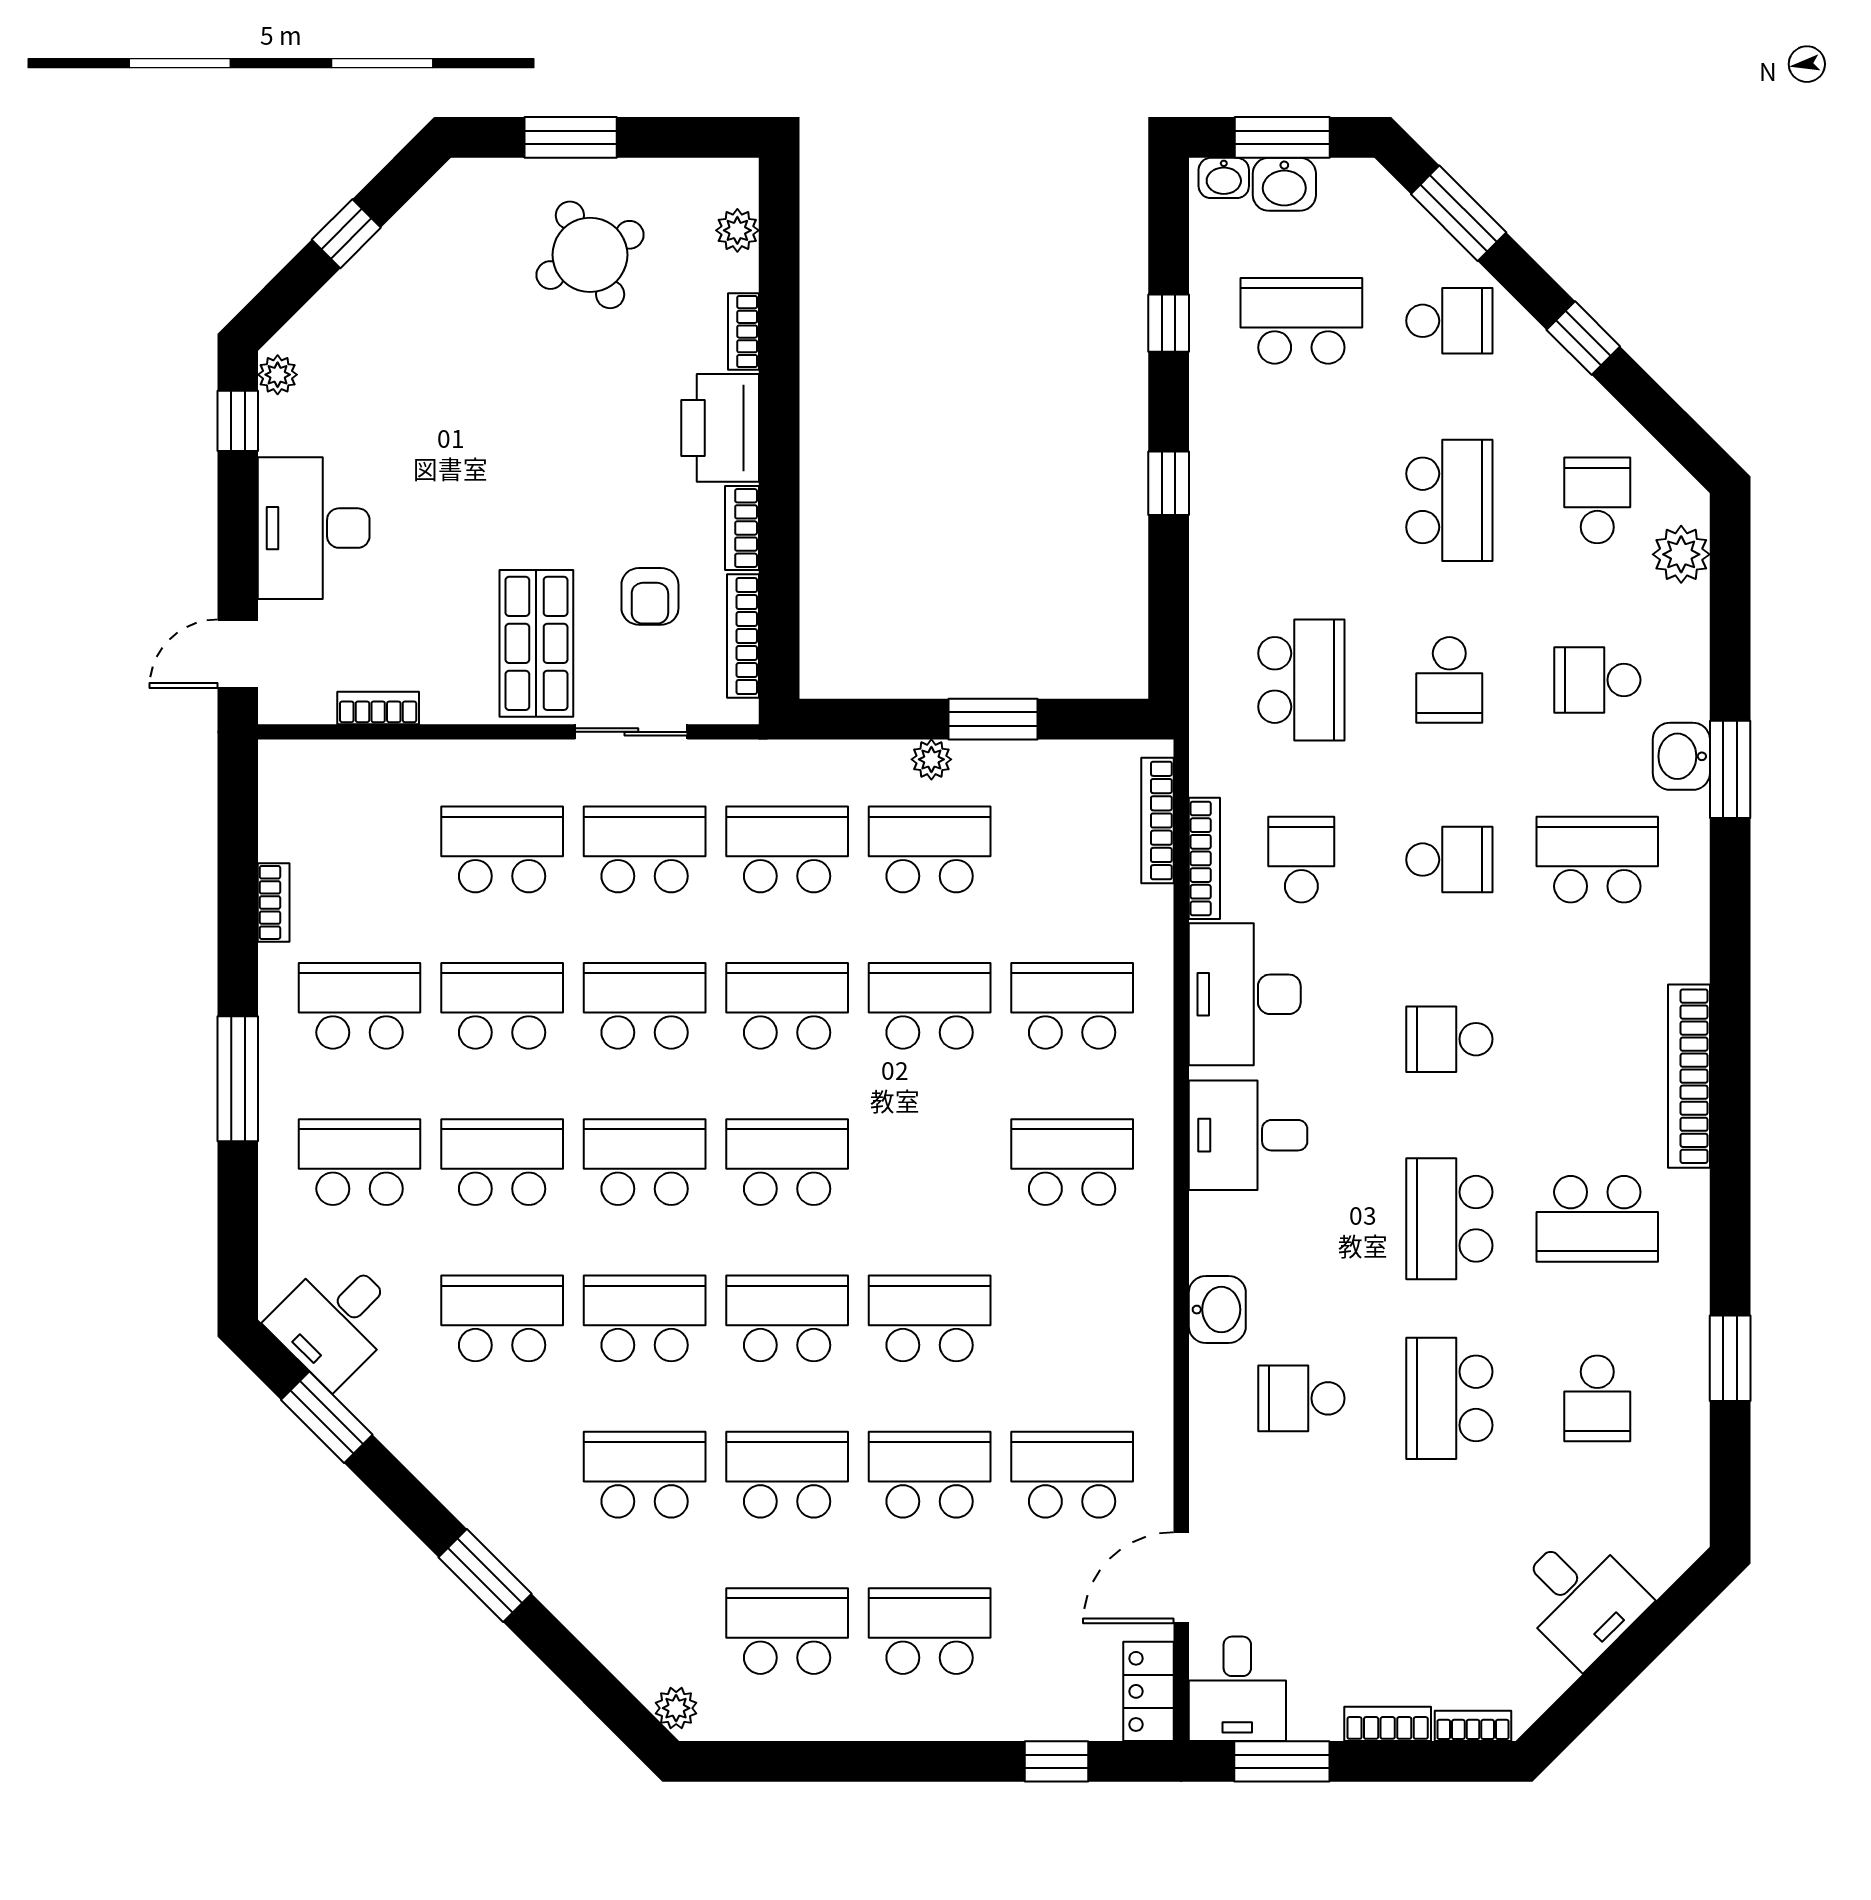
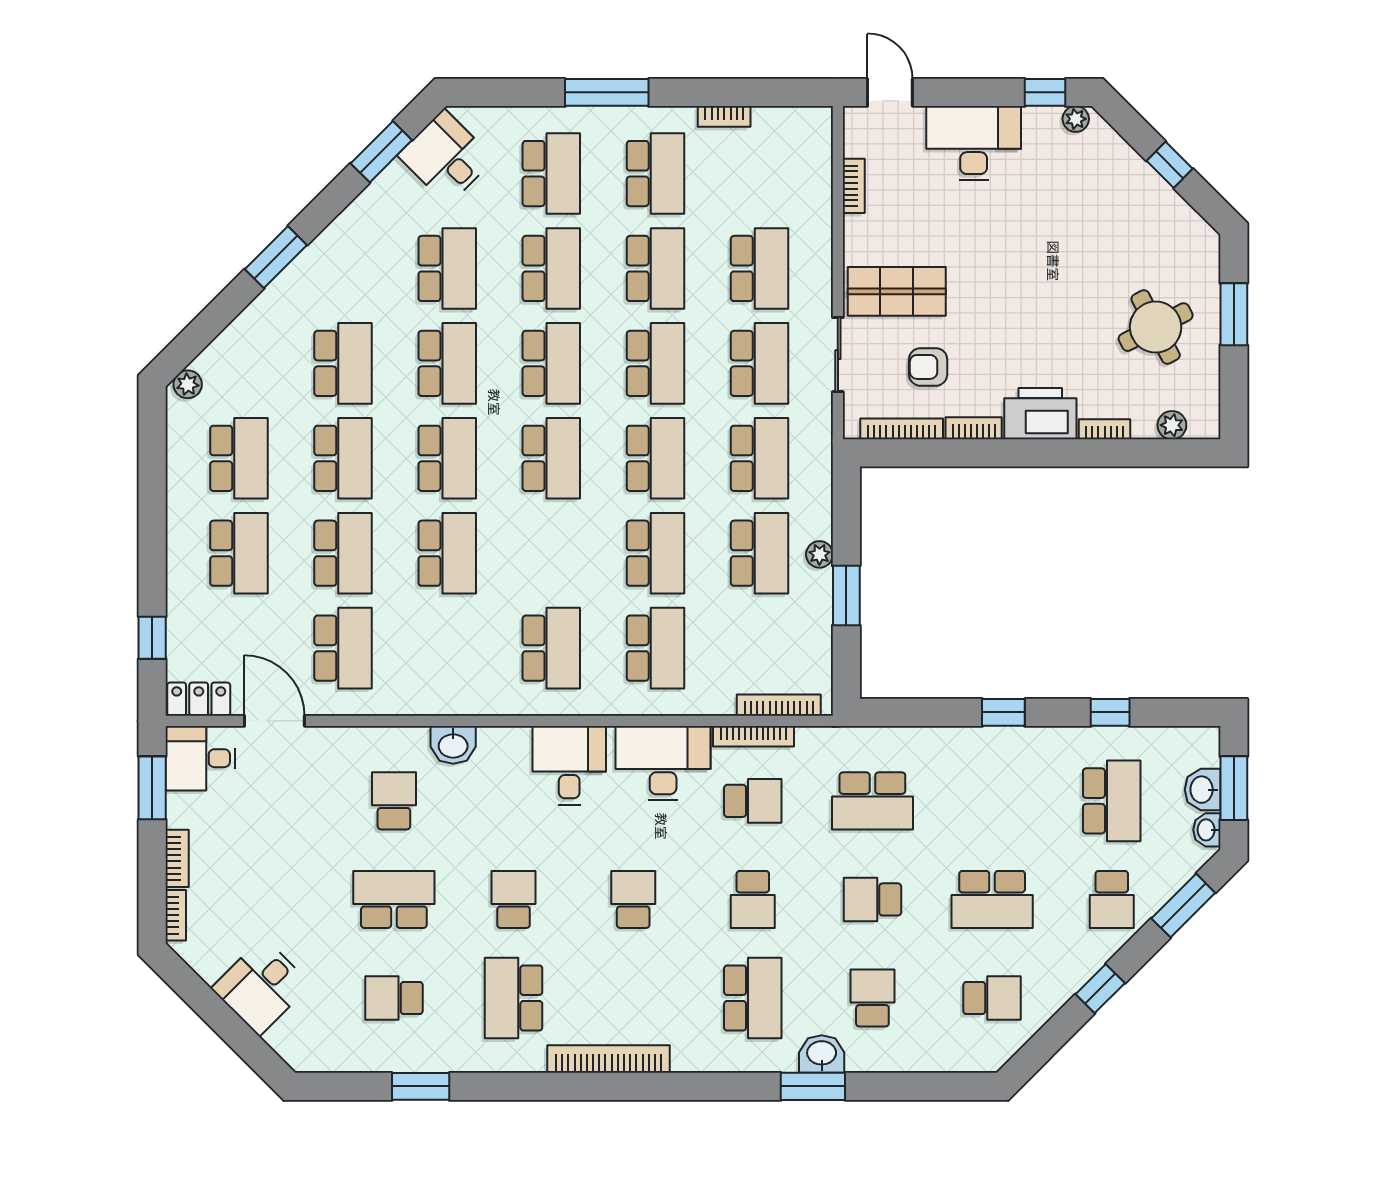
washbasin: (1224, 178) -> (1207, 830), moved
plant: (1681, 554) -> (956, 1054), removed
school desk: (1449, 1219) -> (514, 899), width x0.54

